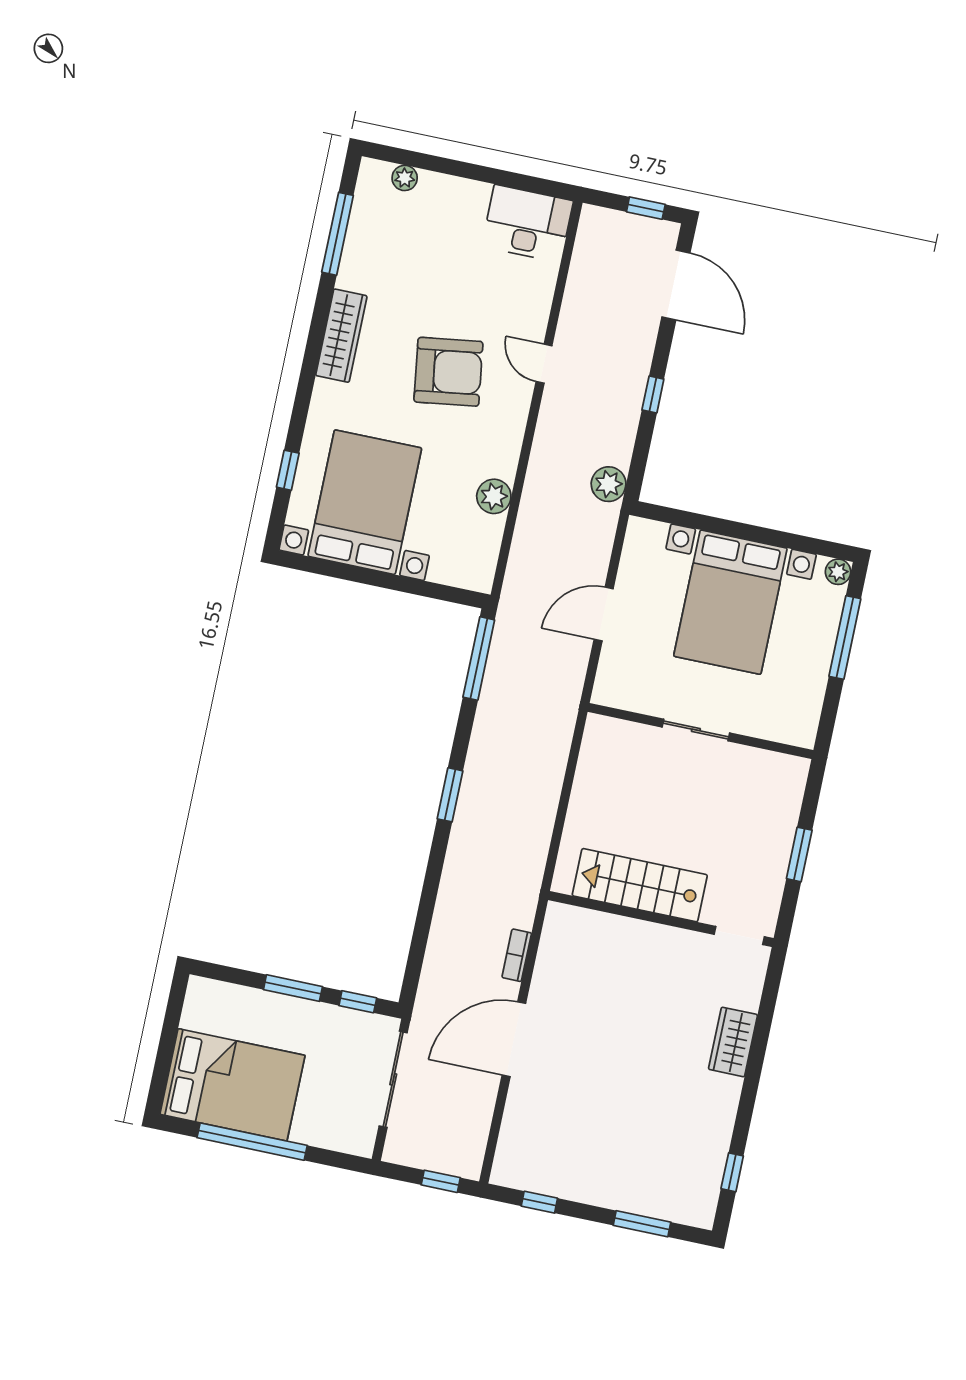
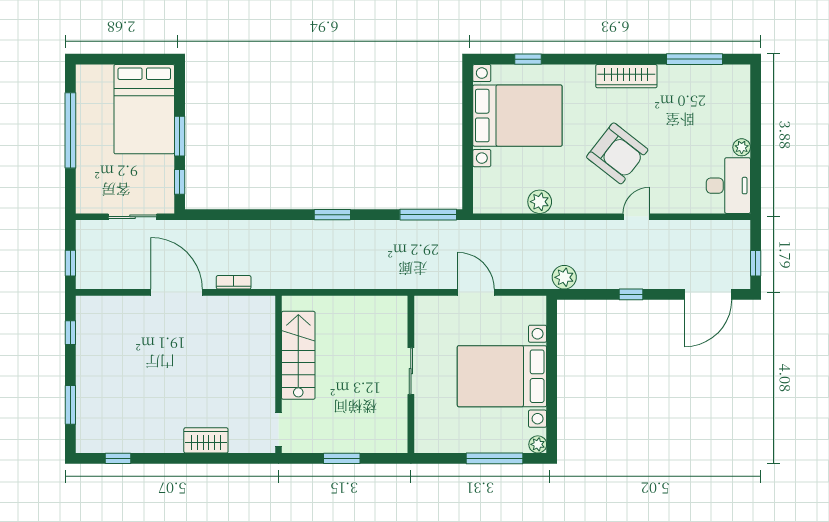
plant: (405, 178) -> (742, 147), moved
armchair: (448, 372) -> (617, 153), turned -44
sliding door: (393, 1079) -> (132, 217), width x0.73
bed: (232, 1085) -> (144, 109), moved

